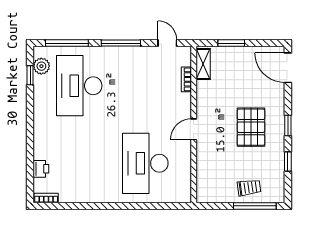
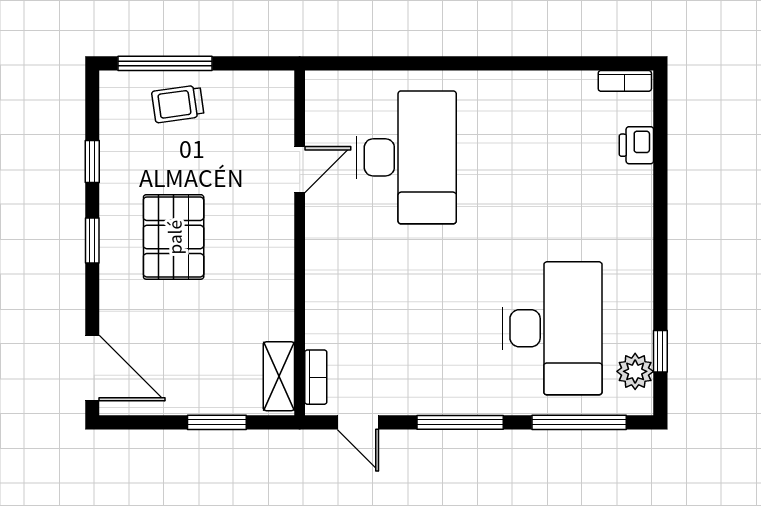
bookcase: (186, 79) -> (316, 377), moved
door: (194, 129) -> (300, 170), moved

